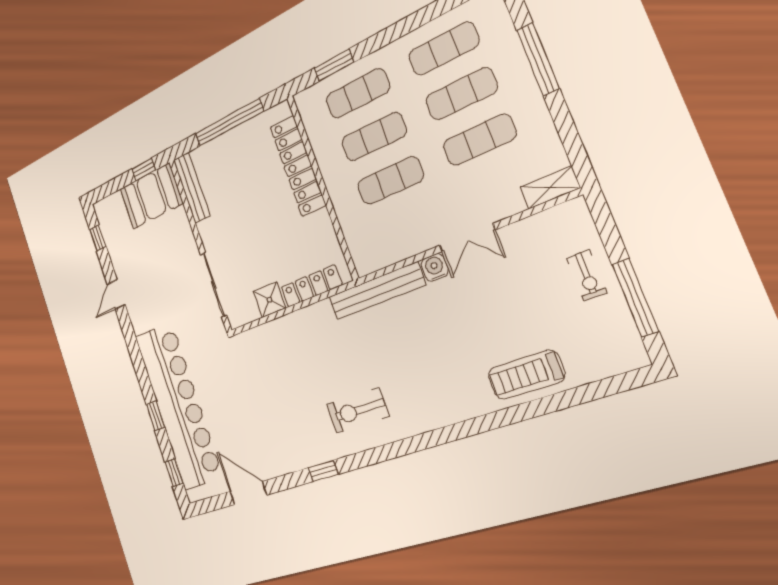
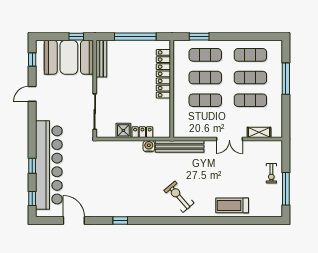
shelving: (550, 188) -> (259, 132), moved
booth: (151, 196) -> (69, 57), width x1.36, depth x1.42
water cooler: (435, 267) -> (149, 146), moved
locker: (311, 286) -> (142, 132), width x0.66
exercise bike: (358, 410) -> (179, 197), moved, turned 49

